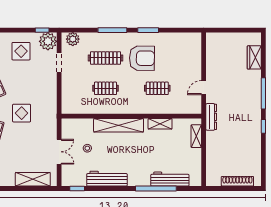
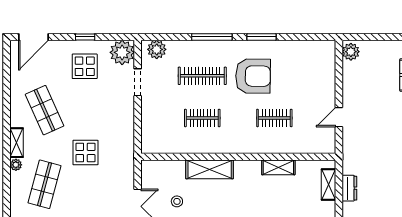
window: (42, 30) -> (85, 37), moved
plant: (212, 41) -> (351, 52), added
dresser: (211, 117) -> (349, 188), moved, width x0.70
shelving: (119, 125) -> (210, 169), width x0.68

